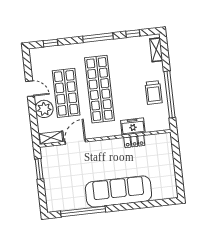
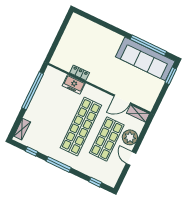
trolley: (154, 93) -> (43, 99), removed
window: (39, 169) -> (171, 76), moved
sofa: (118, 191) -> (145, 59), moved

